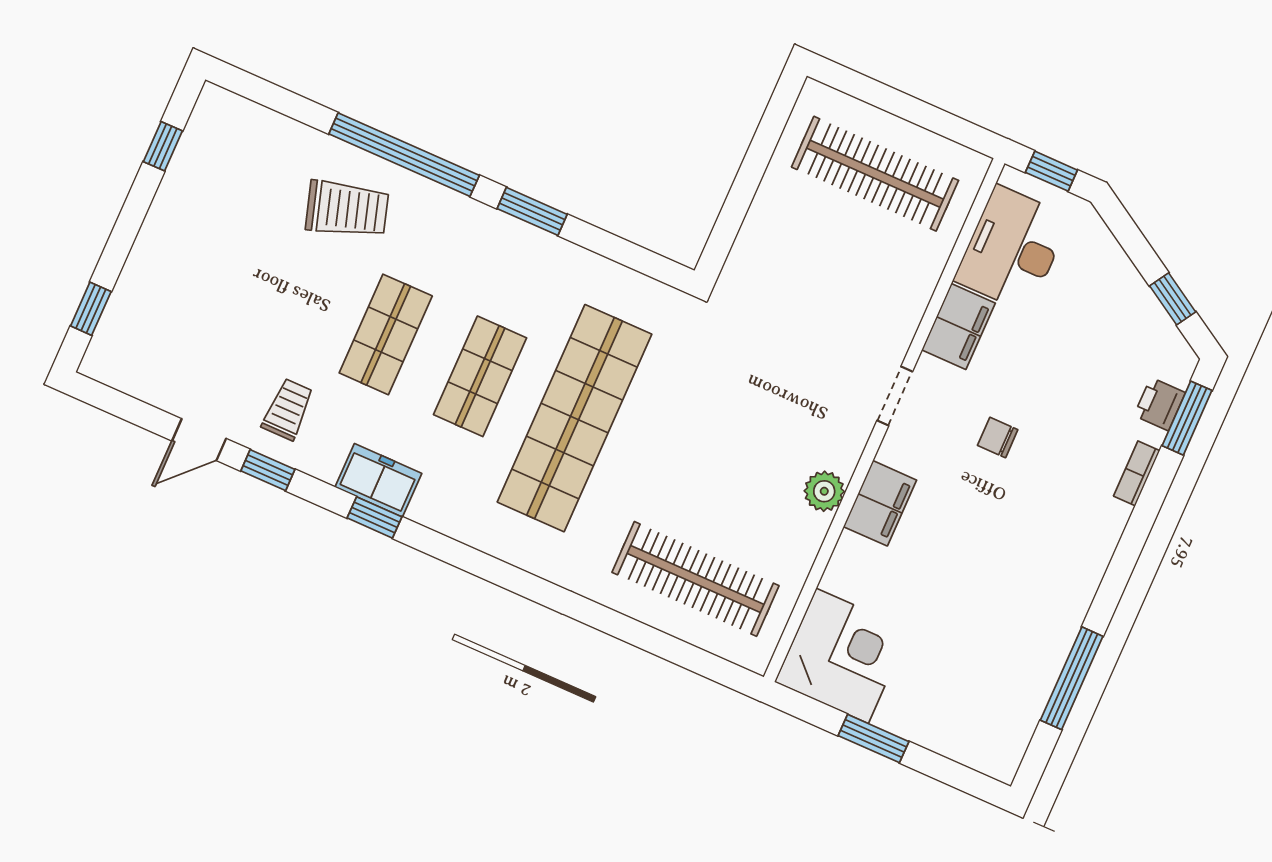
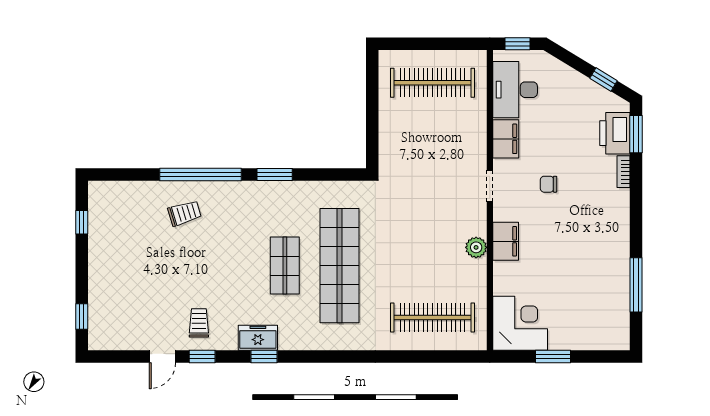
trolley: (347, 209) -> (185, 213), width x0.73, depth x0.72
shop shelf: (386, 334) -> (230, 266), removed
printer: (1160, 404) -> (615, 133), width x1.87, depth x1.48

